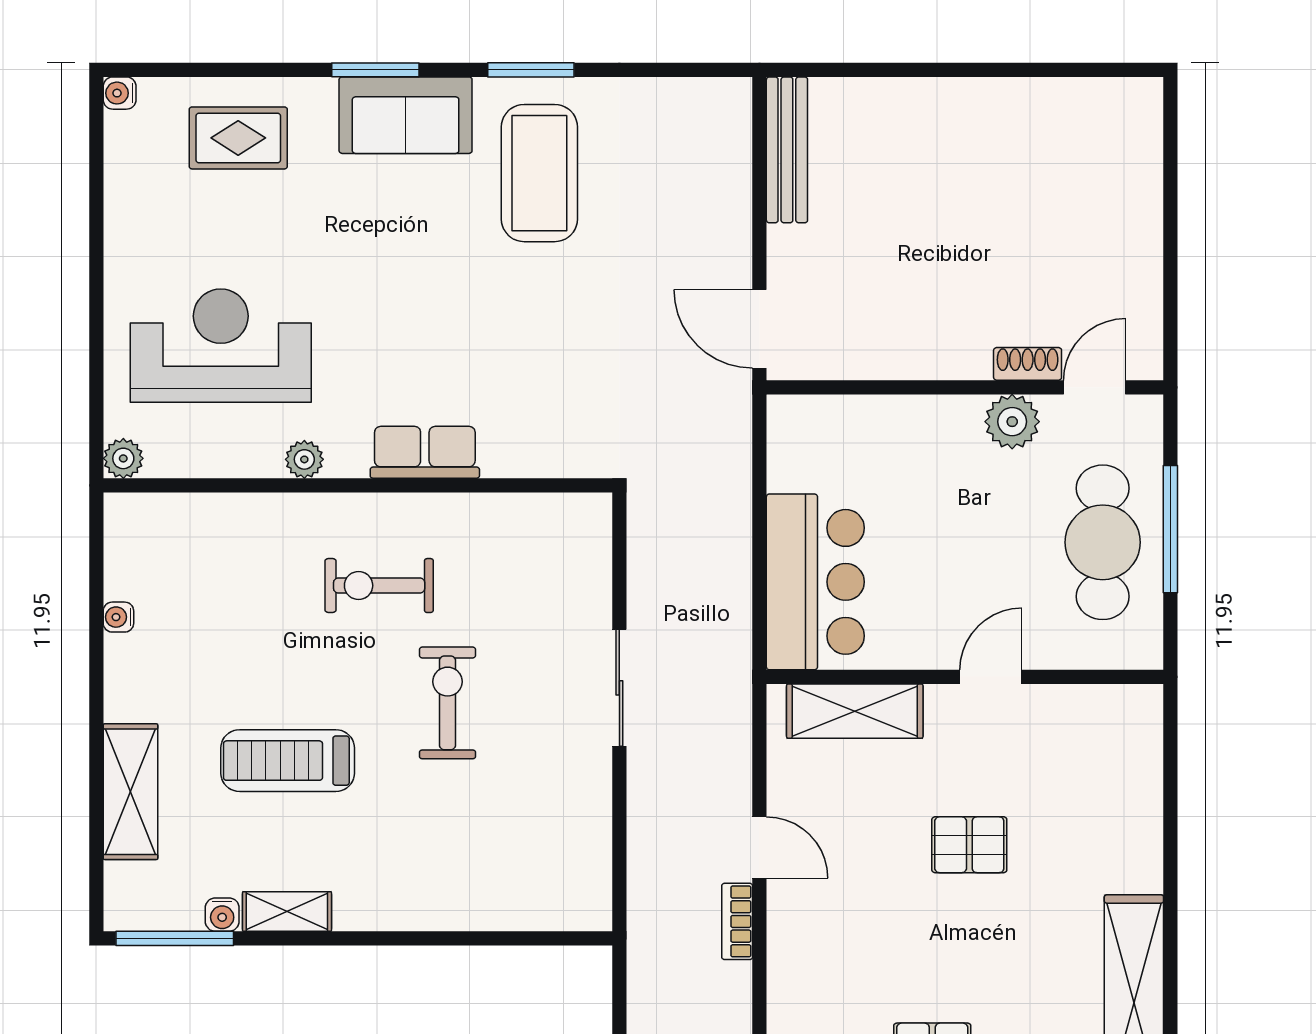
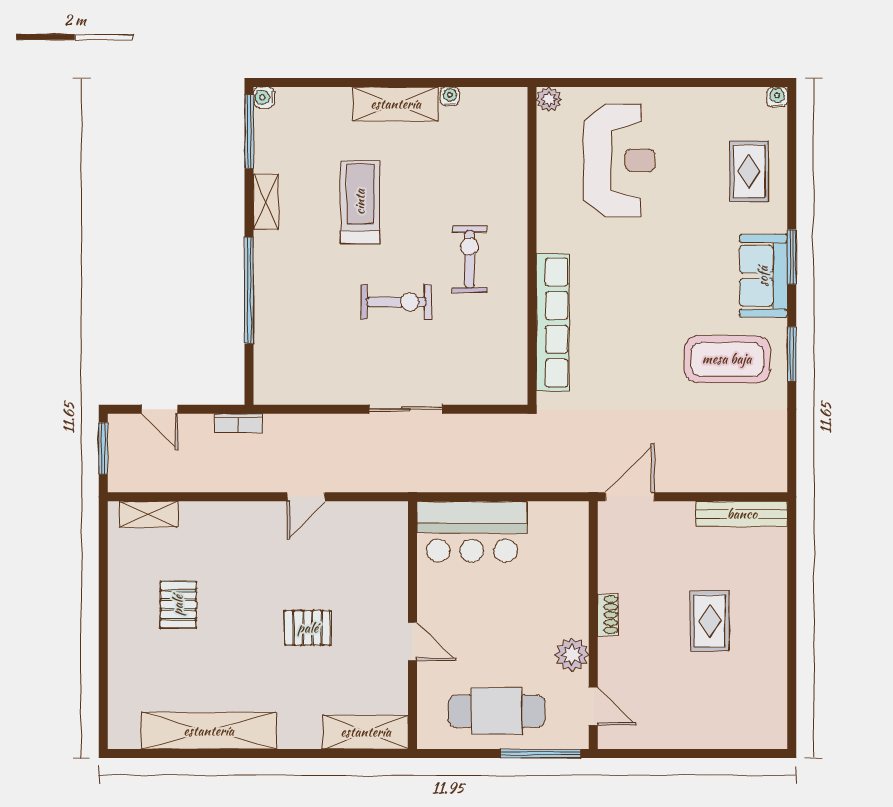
rug: (958, 201) -> (710, 621), added
shoe rack: (1028, 364) -> (608, 615), moved
row of seats: (425, 452) -> (553, 322), width x2.02
plant: (304, 459) -> (548, 212), removed
window: (1170, 529) -> (540, 754), moved
shelving: (855, 711) -> (366, 732), moved, turned 90
shelving: (131, 792) -> (396, 104), moved
pallet: (969, 845) -> (308, 628), turned 90
water cooler: (222, 915) -> (264, 97), moved
bookcase: (737, 921) -> (238, 423), moved, turned 180
window: (429, 938) -> (249, 290), added

